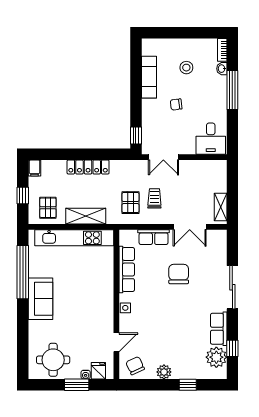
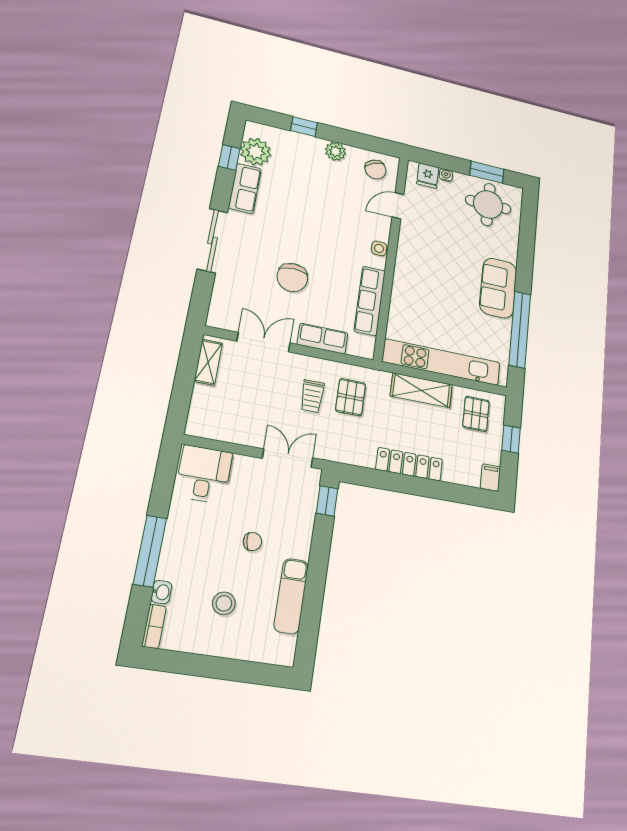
window: (77, 385) -> (487, 172), moved

